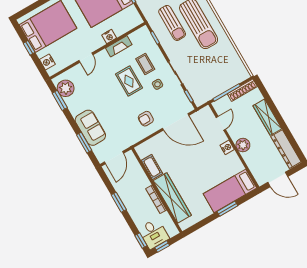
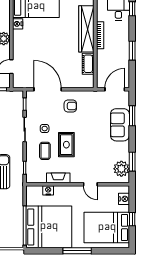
nightstand: (109, 37) -> (48, 190), moved
door: (86, 58) -> (90, 184), swing flipped
nightstand: (227, 147) -> (18, 24), moved

